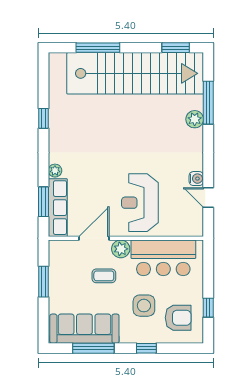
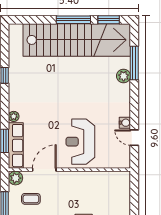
window: (98, 48) -> (73, 20), moved
plant: (121, 249) -> (16, 178), moved
bar counter: (163, 258) -> (99, 185), removed
coffee table: (104, 276) -> (31, 199), moved

